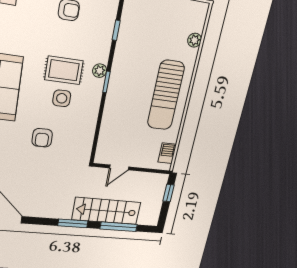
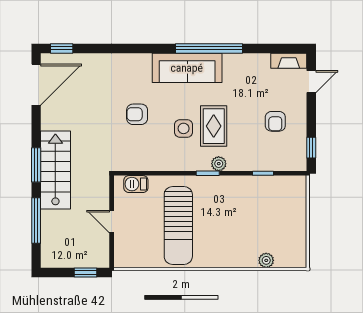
sun lounger: (166, 95) -> (178, 225), moved, turned -90
barbecue: (167, 153) -> (136, 184), moved, turned 180
door: (119, 167) -> (112, 222), moved
stairs: (106, 211) -> (55, 170), moved

